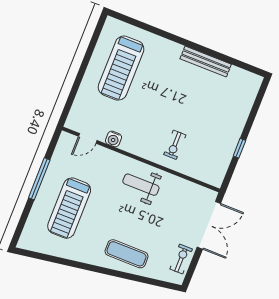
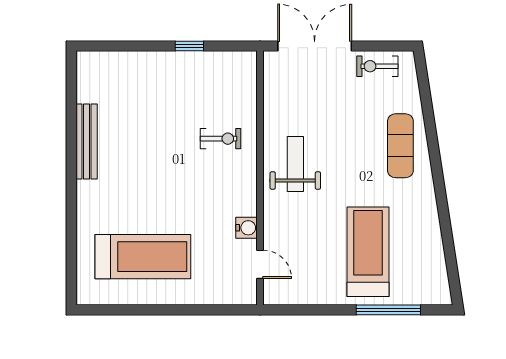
window: (39, 179) -> (388, 310), moved
weight bench: (141, 185) -> (295, 164), turned 180
treadmill: (69, 208) -> (368, 252), turned -90

